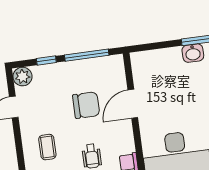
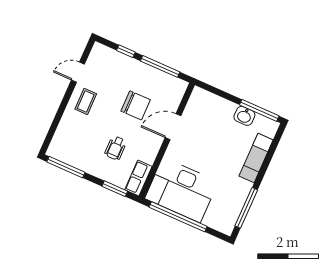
plant: (23, 77) -> (100, 52), removed
coffee table: (47, 147) -> (86, 101), moved

